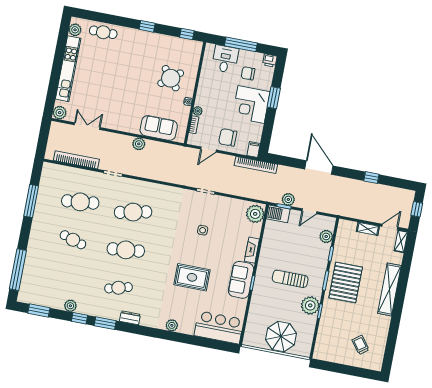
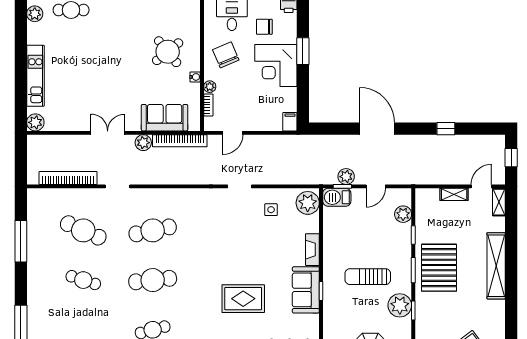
kitchen unit: (68, 69) -> (35, 76), width x0.73
double door: (87, 126) -> (108, 133), moved
chair: (228, 137) -> (226, 55), moved, turned 67
bookcase: (256, 165) -> (180, 141), moved
cafe table: (80, 202) -> (83, 230), turned 30
side table: (203, 230) -> (271, 210), moved

